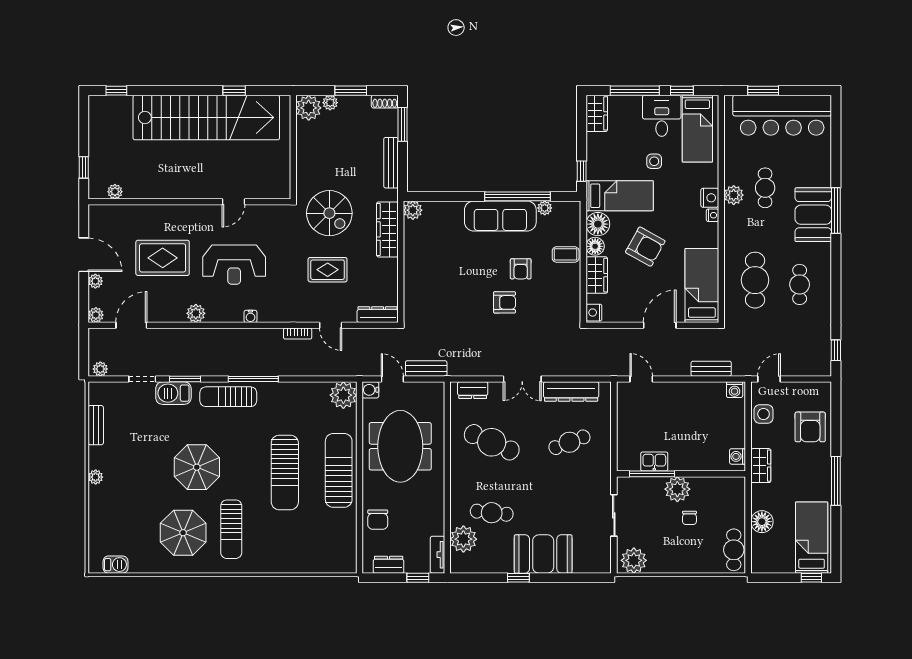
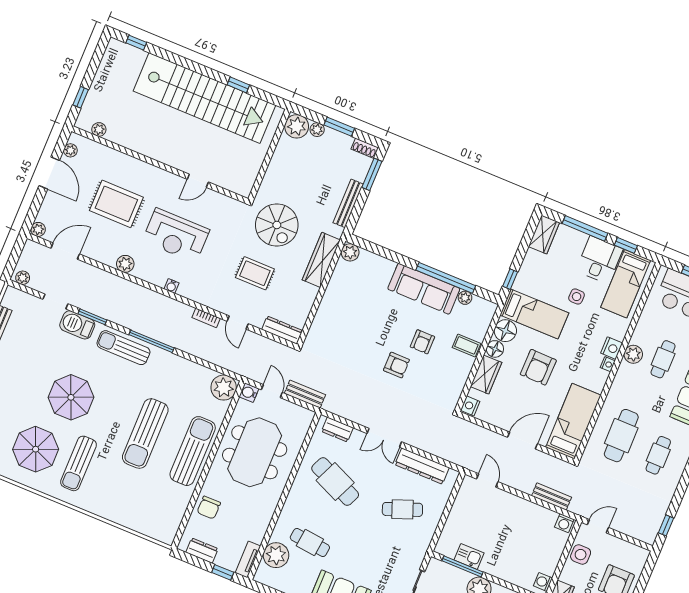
armchair: (645, 247) -> (538, 367), turned 62
plant: (95, 281) -> (70, 150), moved

